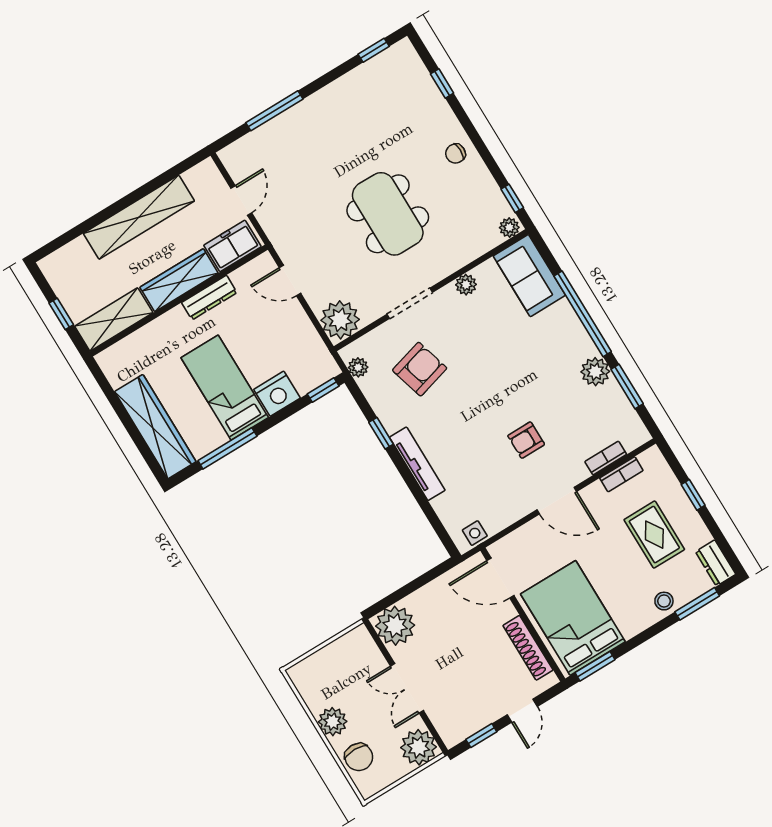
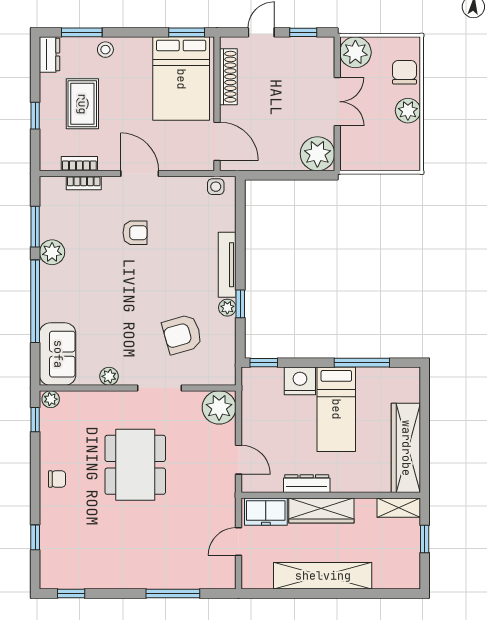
shelving: (114, 320) -> (399, 508), width x0.67, depth x0.75
plant: (358, 367) -> (227, 308), moved
wardrobe: (155, 427) -> (406, 448), moved

